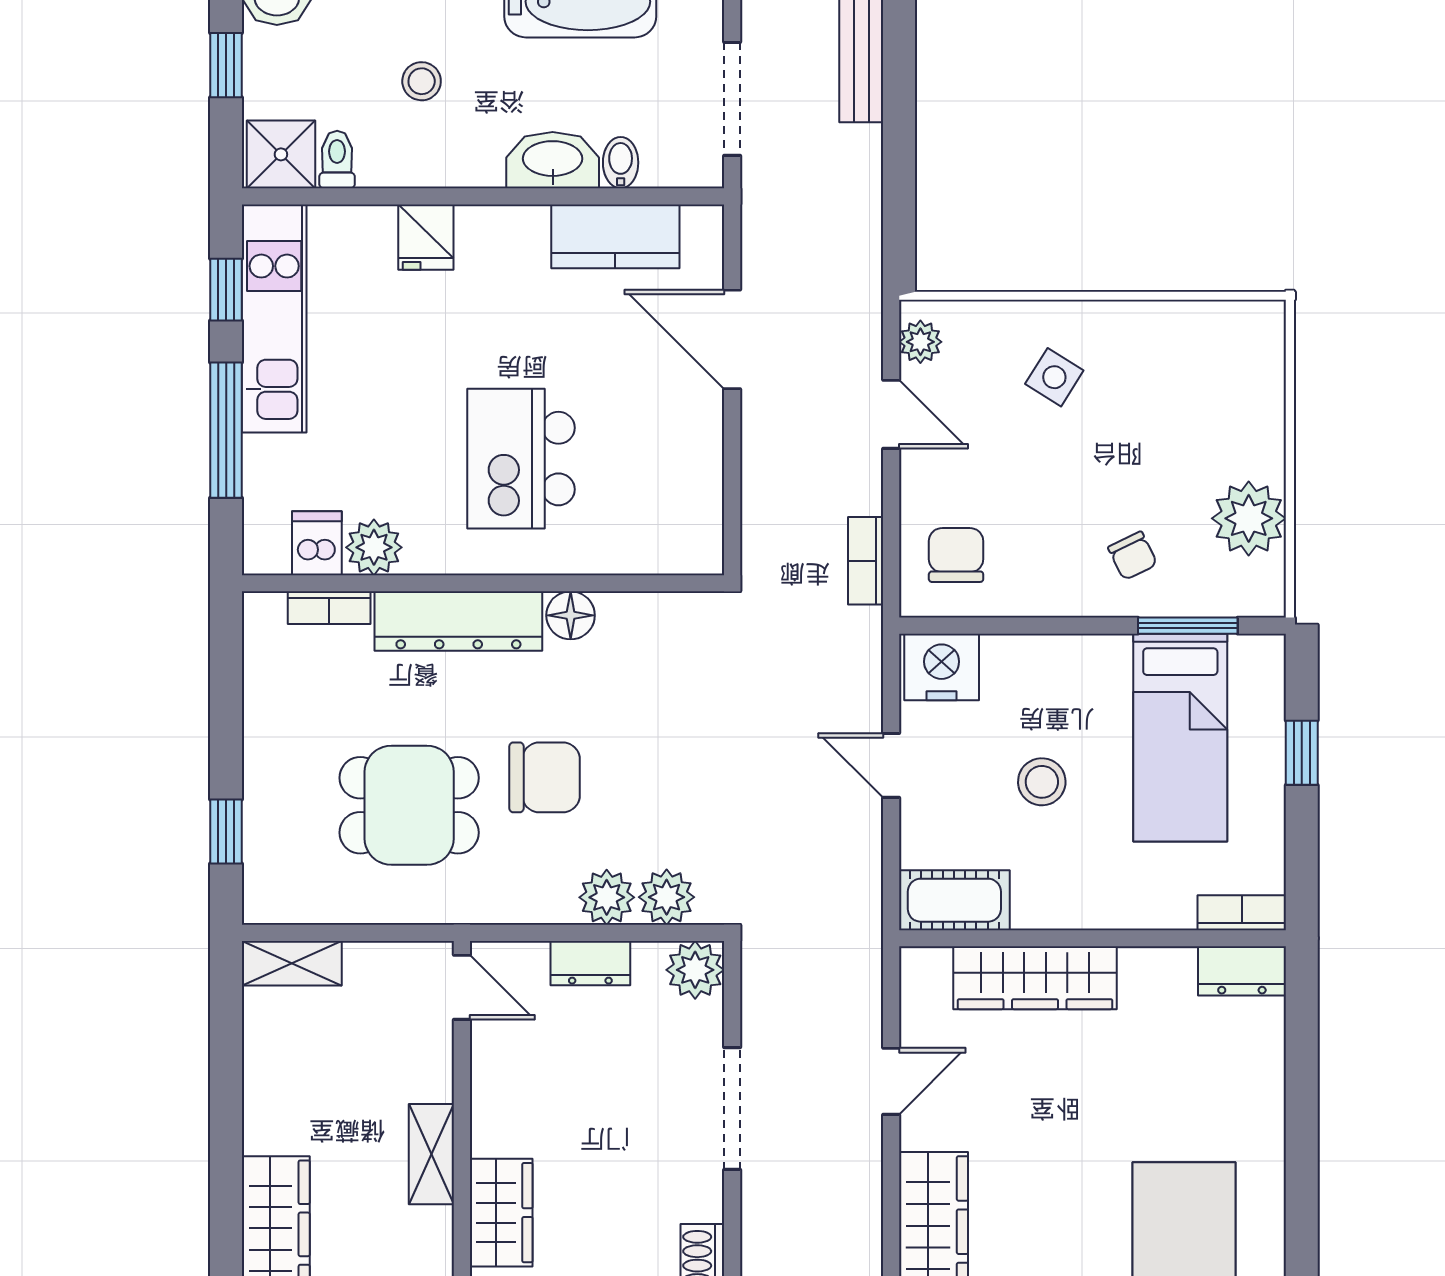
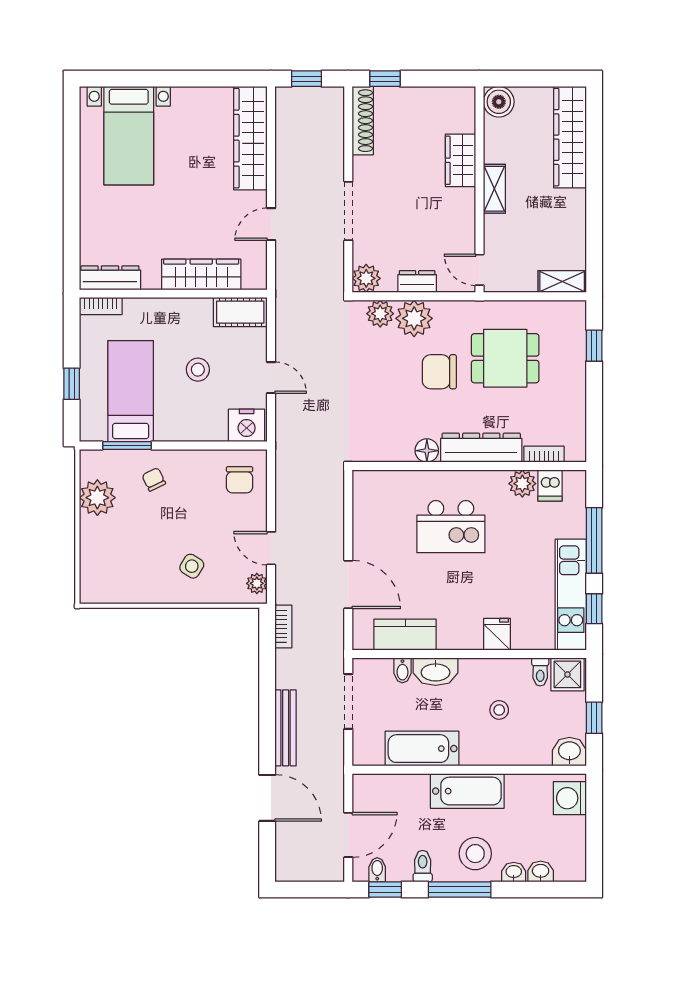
kitchen island: (521, 459) -> (451, 527), turned 90
bookcase: (866, 561) -> (283, 627), moved
plant: (607, 897) -> (414, 318), width x1.36, depth x1.36
dresser: (1242, 971) -> (110, 278), width x1.44

